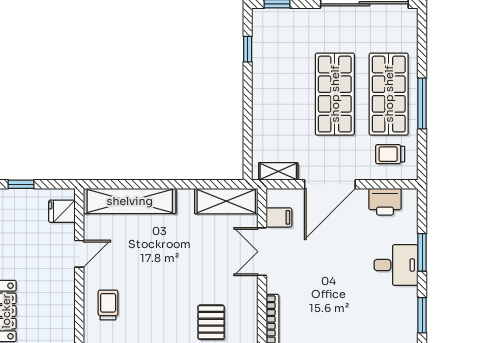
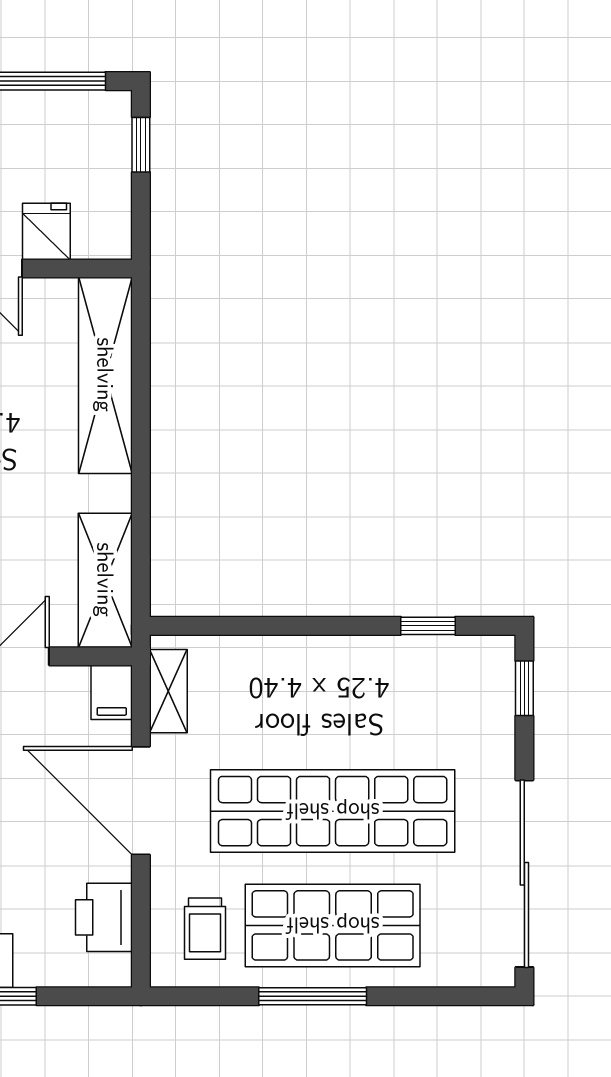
shop shelf: (335, 94) -> (333, 811), width x1.40
trolley: (390, 154) -> (205, 929), turned 180
fridge: (62, 211) -> (46, 231), moved
filing cabinet: (279, 217) -> (112, 692), moved

